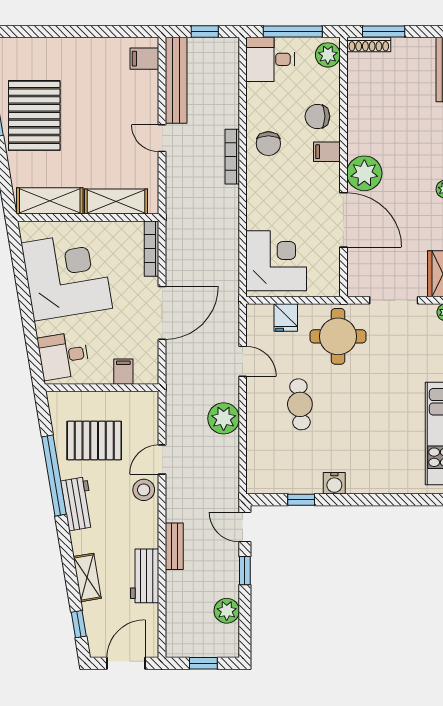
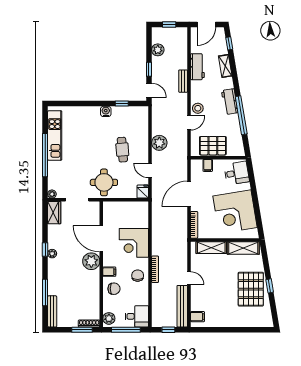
corner desk: (276, 261) -> (134, 243), moved
fridge: (286, 318) -> (143, 192), moved
pallet: (94, 440) -> (213, 146), moved

